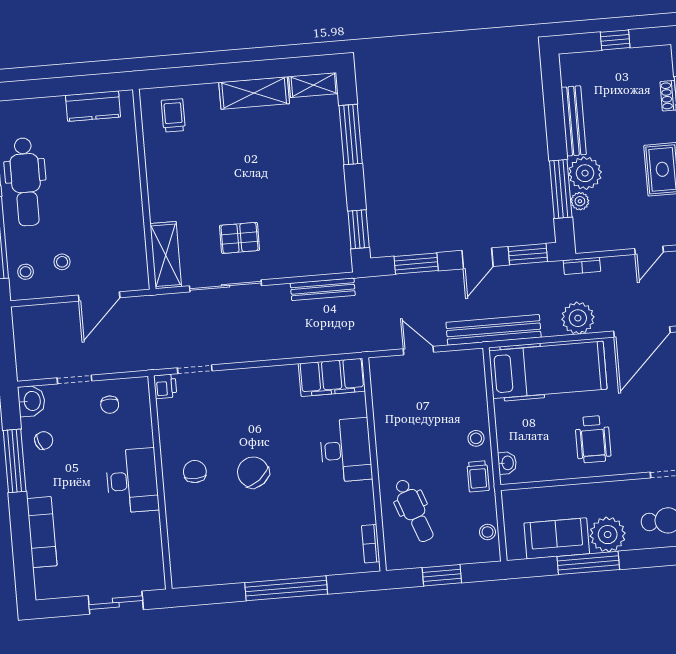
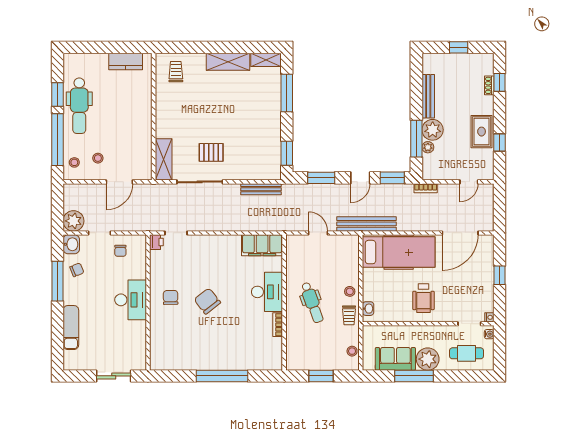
plant: (578, 318) -> (73, 221), moved
dental chair: (414, 511) -> (312, 303), moved
bookcase: (371, 544) -> (278, 325), moved

